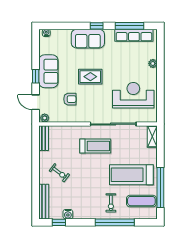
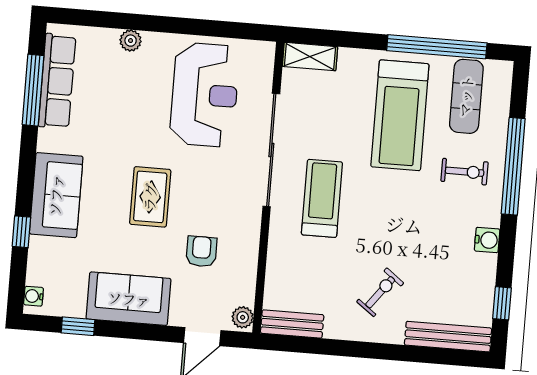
window: (97, 26) -> (21, 232), moved
window: (36, 76) -> (78, 326), moved
reception desk: (133, 95) -> (205, 95), turned 180
water cooler: (68, 214) -> (487, 240), moved

